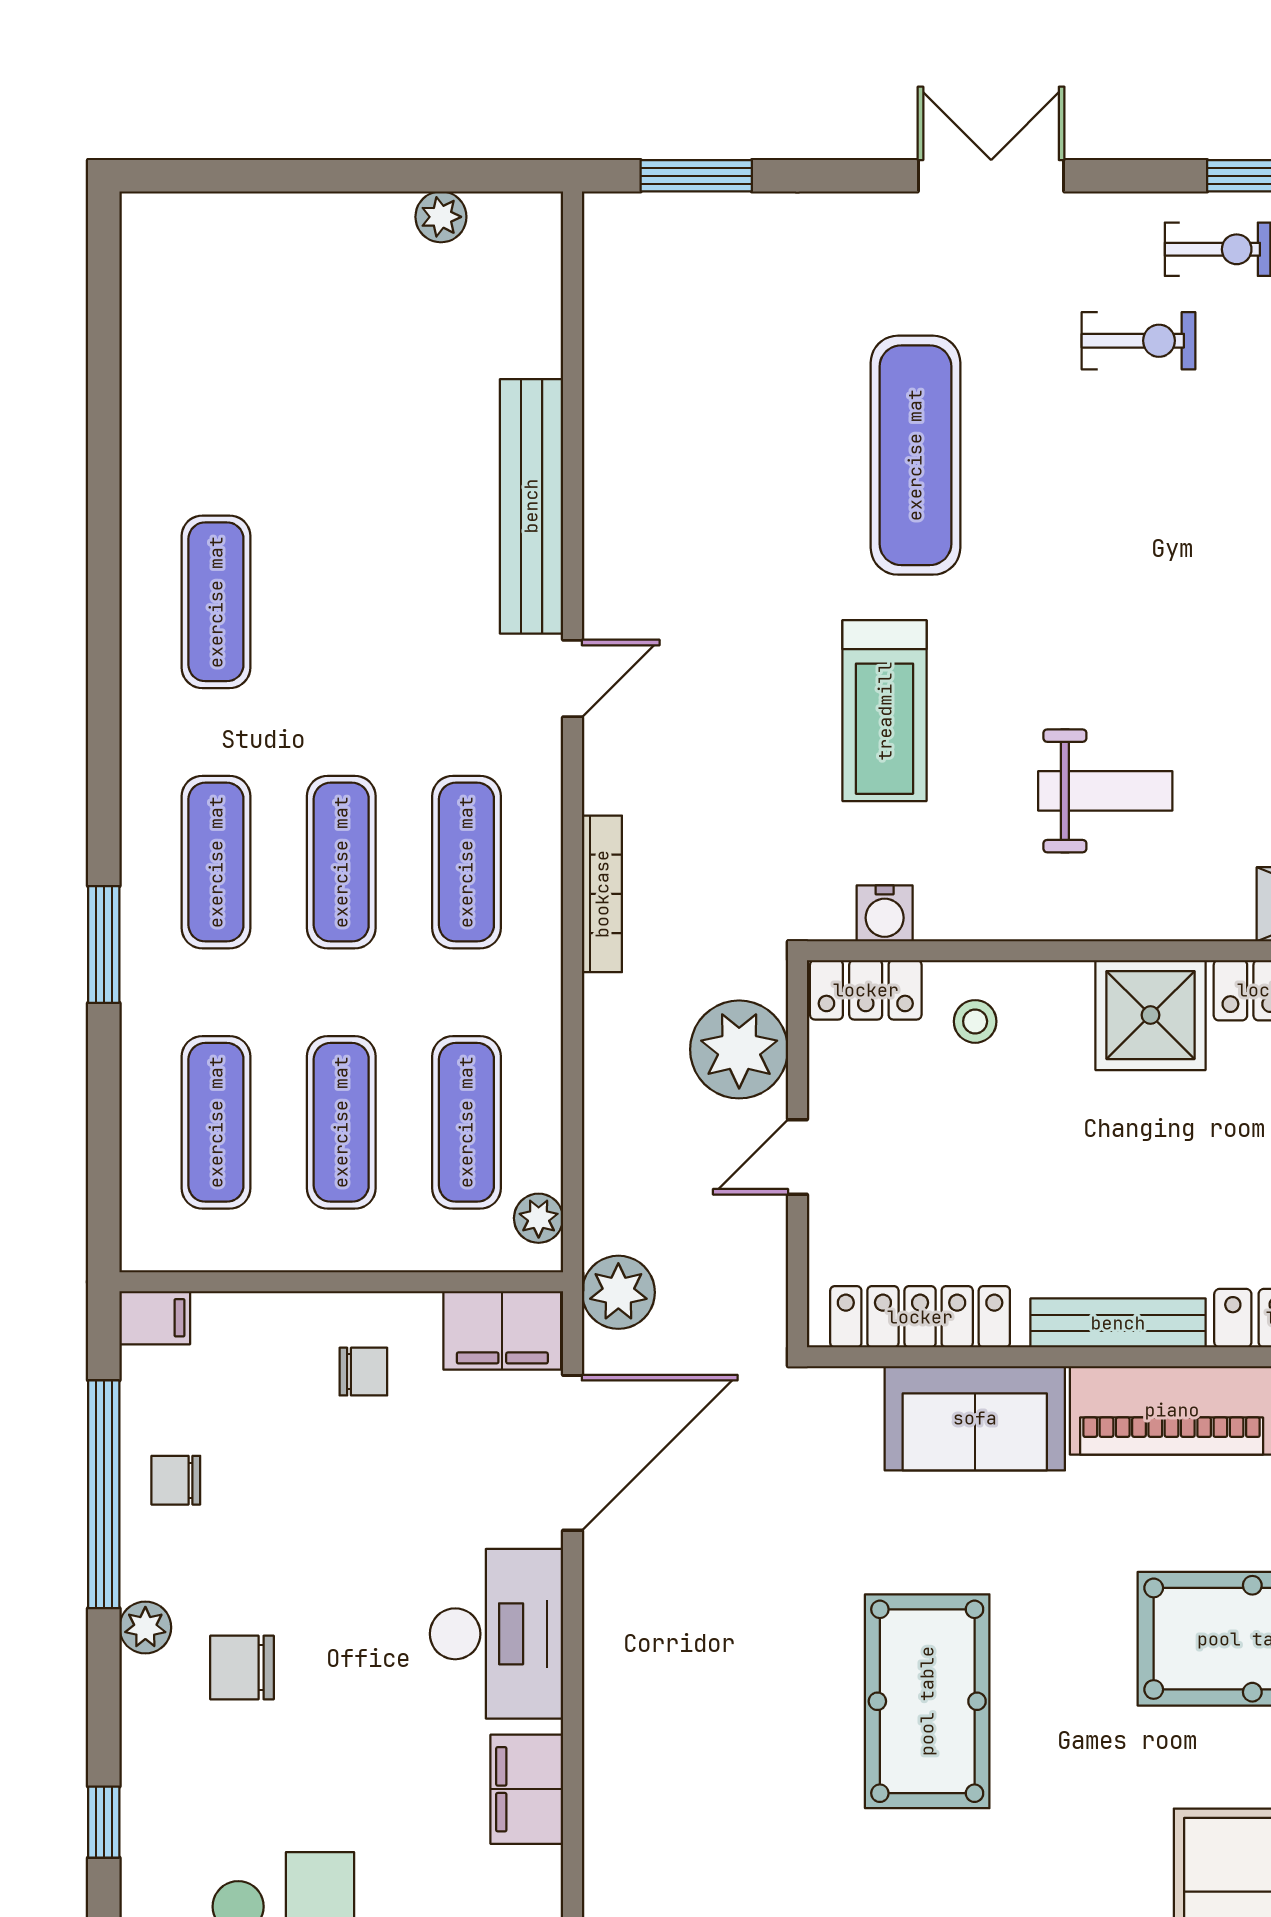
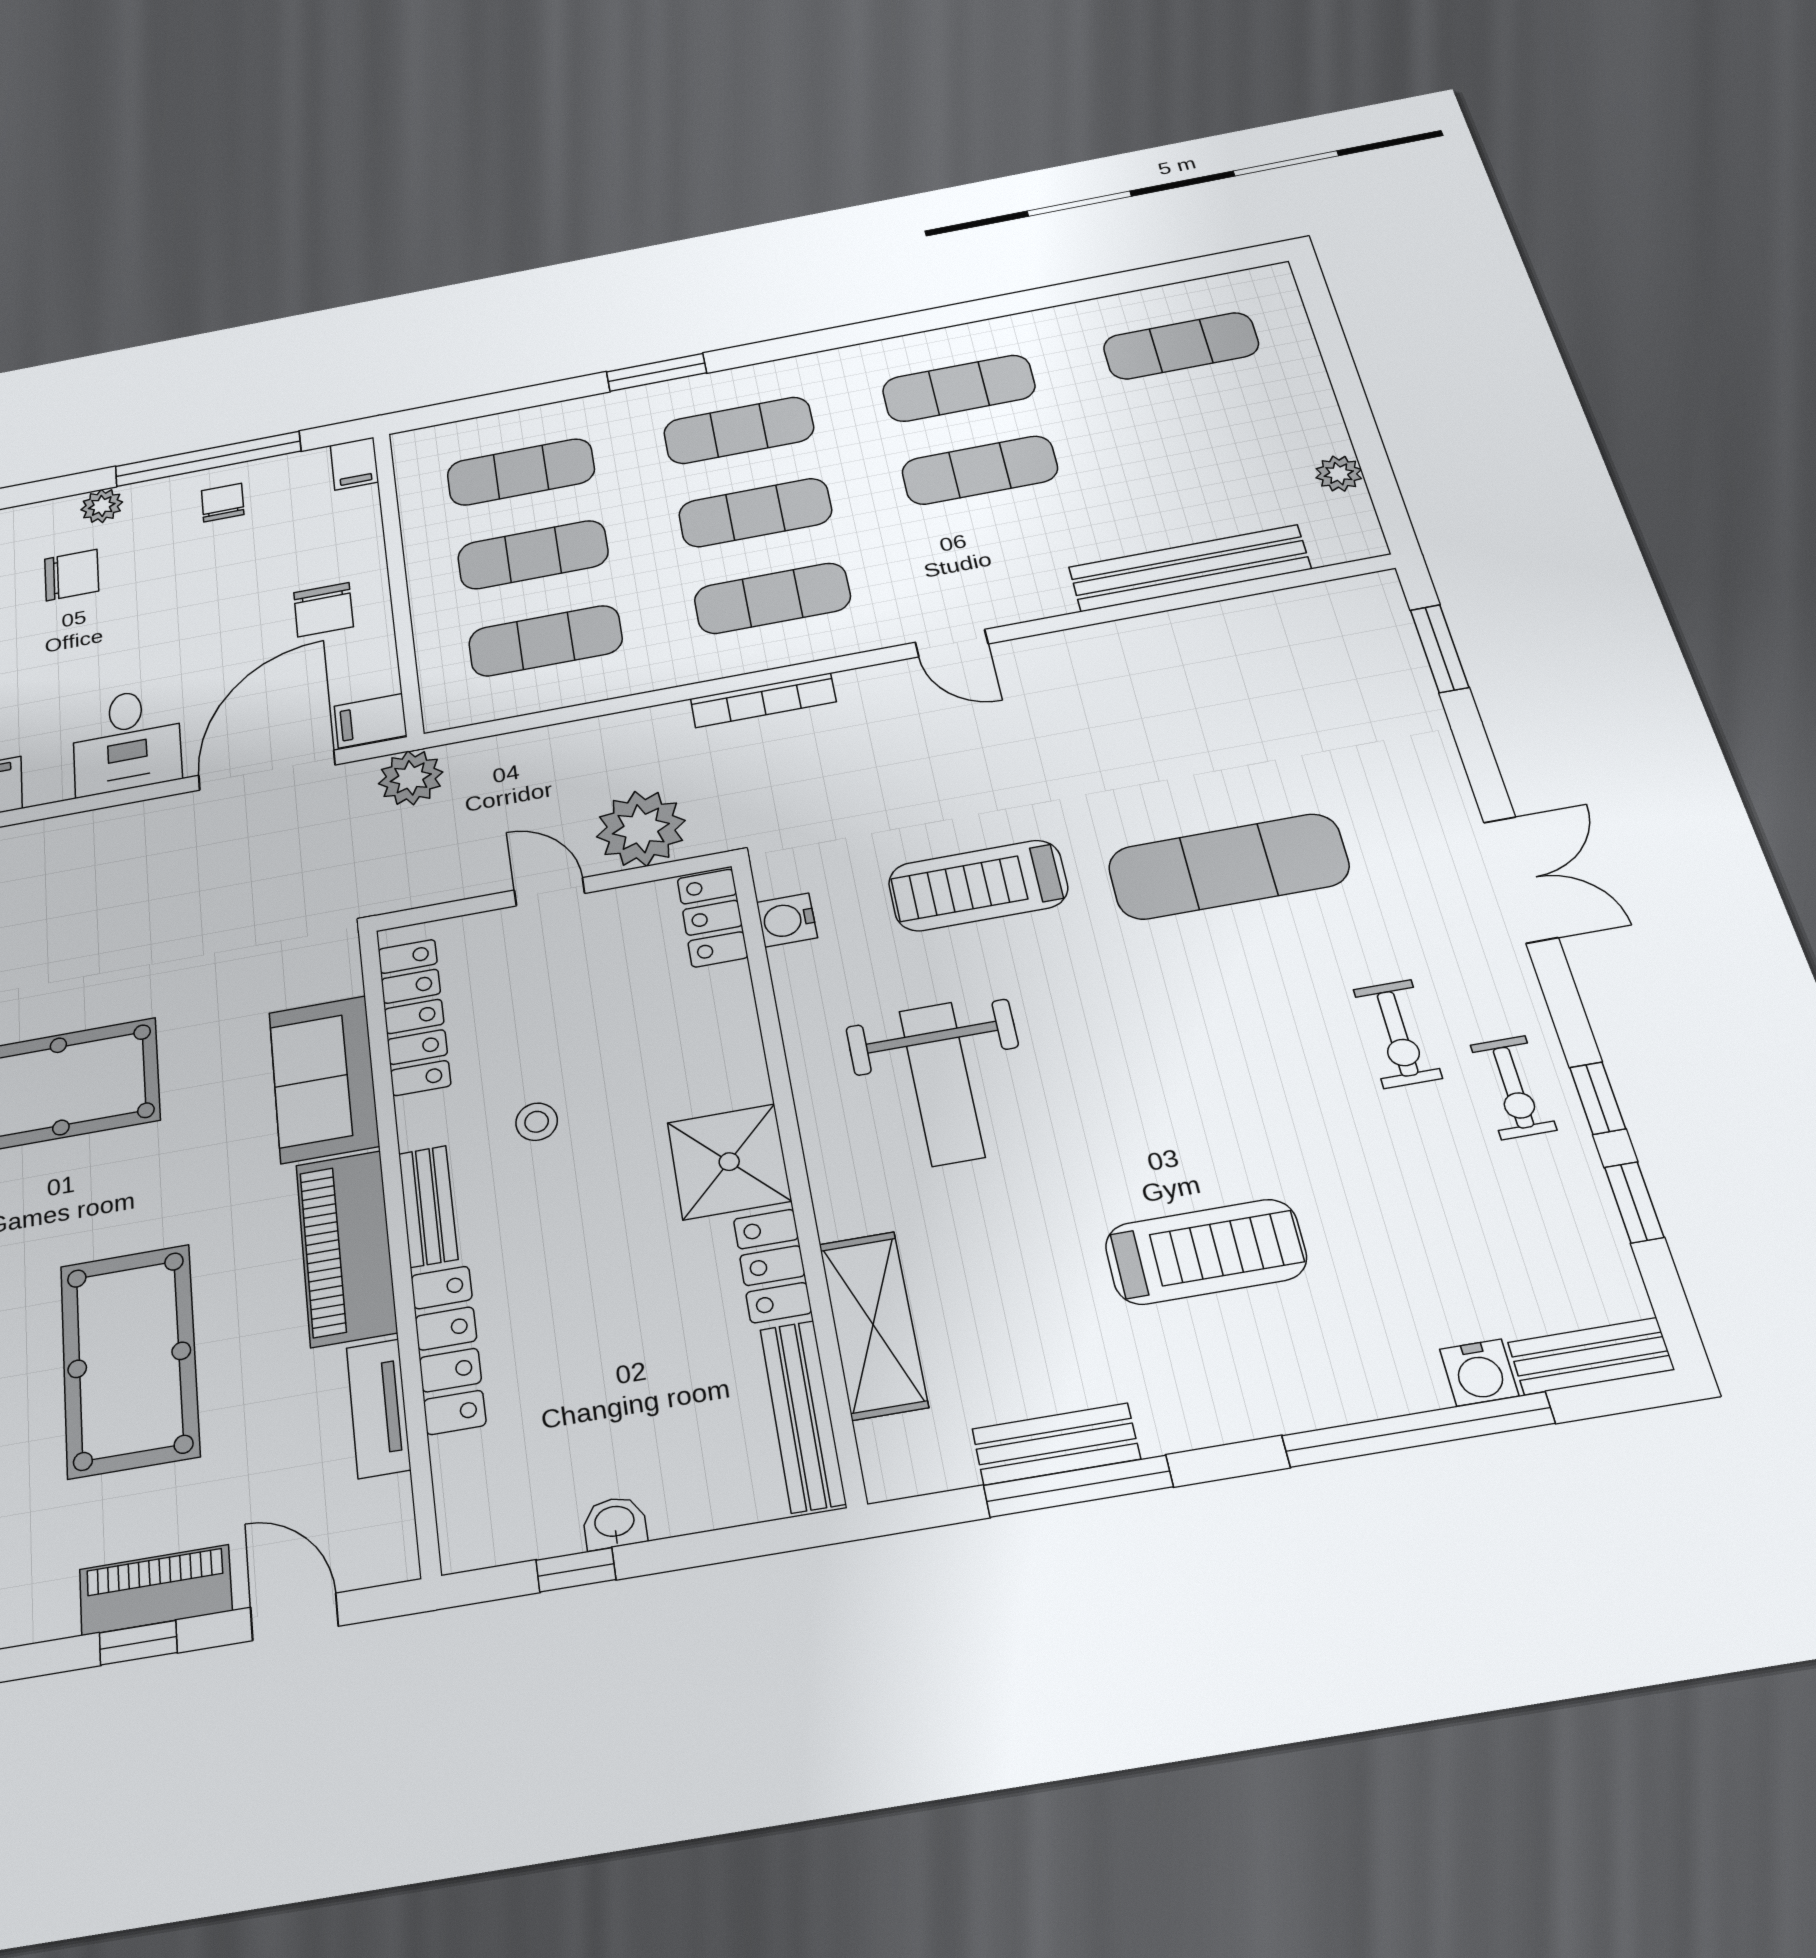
exercise mat: (216, 341) -> (1181, 346), added
bench: (531, 506) -> (1189, 568), moved
exercise mat: (341, 602) -> (980, 470), added
weight bench: (1105, 791) -> (942, 1083), width x1.36, depth x1.33
stool: (975, 1021) -> (537, 1122), moved
plant: (539, 1218) -> (469, 708), removed
bench: (1118, 1323) -> (428, 1206), width x0.73
filing cabinet: (502, 1330) -> (370, 721), width x0.50
chair: (363, 1372) -> (323, 610), width x1.37, depth x1.37
door: (572, 1453) -> (267, 770), swing flipped
desk: (496, 1634) -> (127, 741), width x0.73
chair: (242, 1668) -> (72, 575), turned 90

